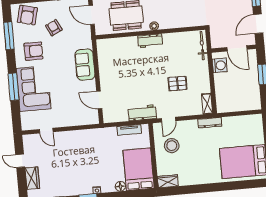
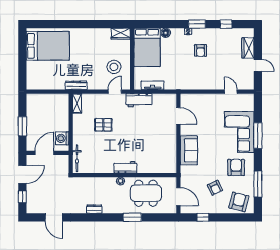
door: (237, 48) -> (44, 153), hinge flipped
armchair: (33, 51) -> (236, 167), turned 90
armchair: (82, 171) -> (201, 50), added

